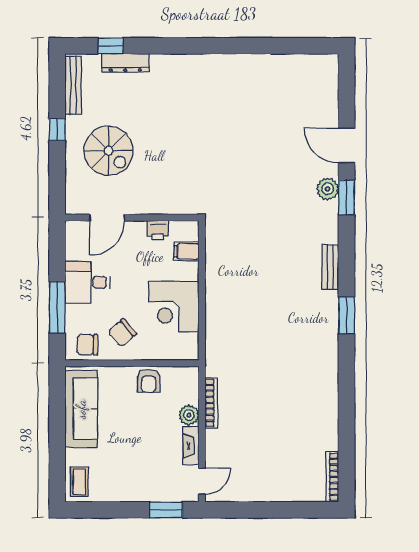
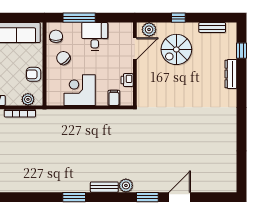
dresser: (125, 63) -> (231, 74), moved
bench: (73, 85) -> (212, 27), width x0.73
window: (57, 130) -> (178, 18), moved
plant: (328, 189) -> (126, 185), moved
plant: (76, 195) -> (149, 30), added
door: (107, 218) -> (135, 49), swing flipped
plant: (189, 415) -> (28, 99), moved

